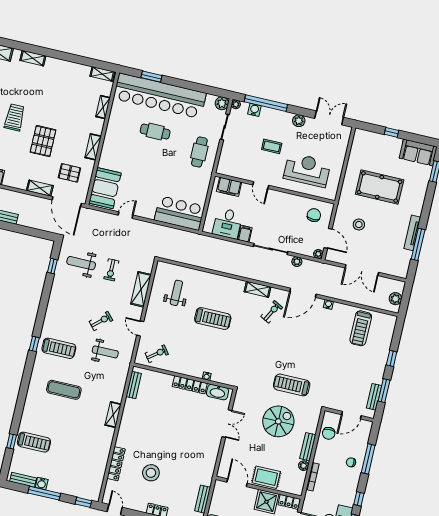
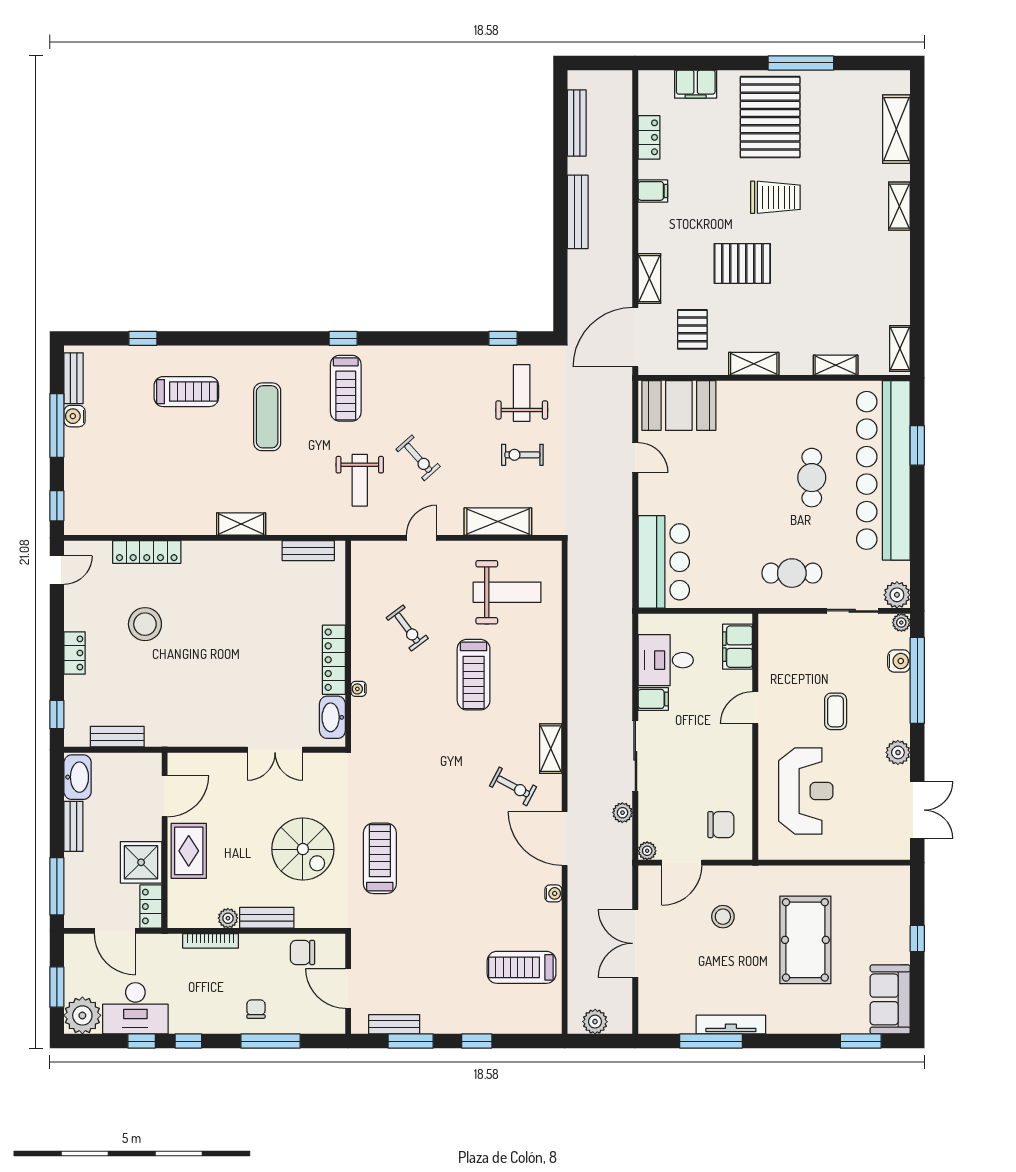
weight bench: (176, 293) -> (507, 592), width x1.36, depth x1.33
exercise bike: (157, 354) -> (407, 628), moved
treadmill: (34, 442) -> (186, 392), moved, turned -90

